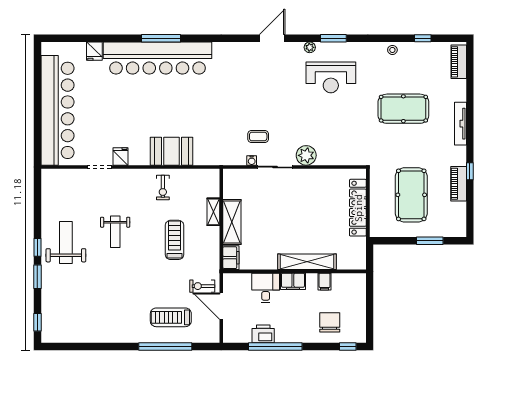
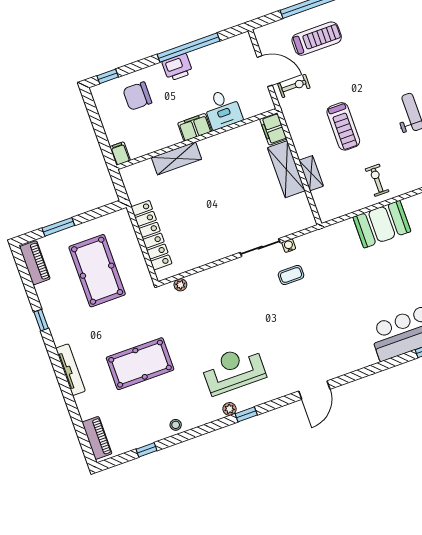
window: (333, 38) -> (246, 414), width x0.67
plant: (310, 47) -> (229, 409), moved
plant: (306, 155) -> (180, 285), moved, width x0.53, depth x0.53
piano: (459, 184) -> (35, 263), moved
shelving: (307, 262) -> (177, 158), width x0.68
filing cabinet: (325, 282) -> (120, 153), moved
chair: (330, 322) -> (137, 96), turned 90
printer: (263, 334) -> (177, 67), moved

